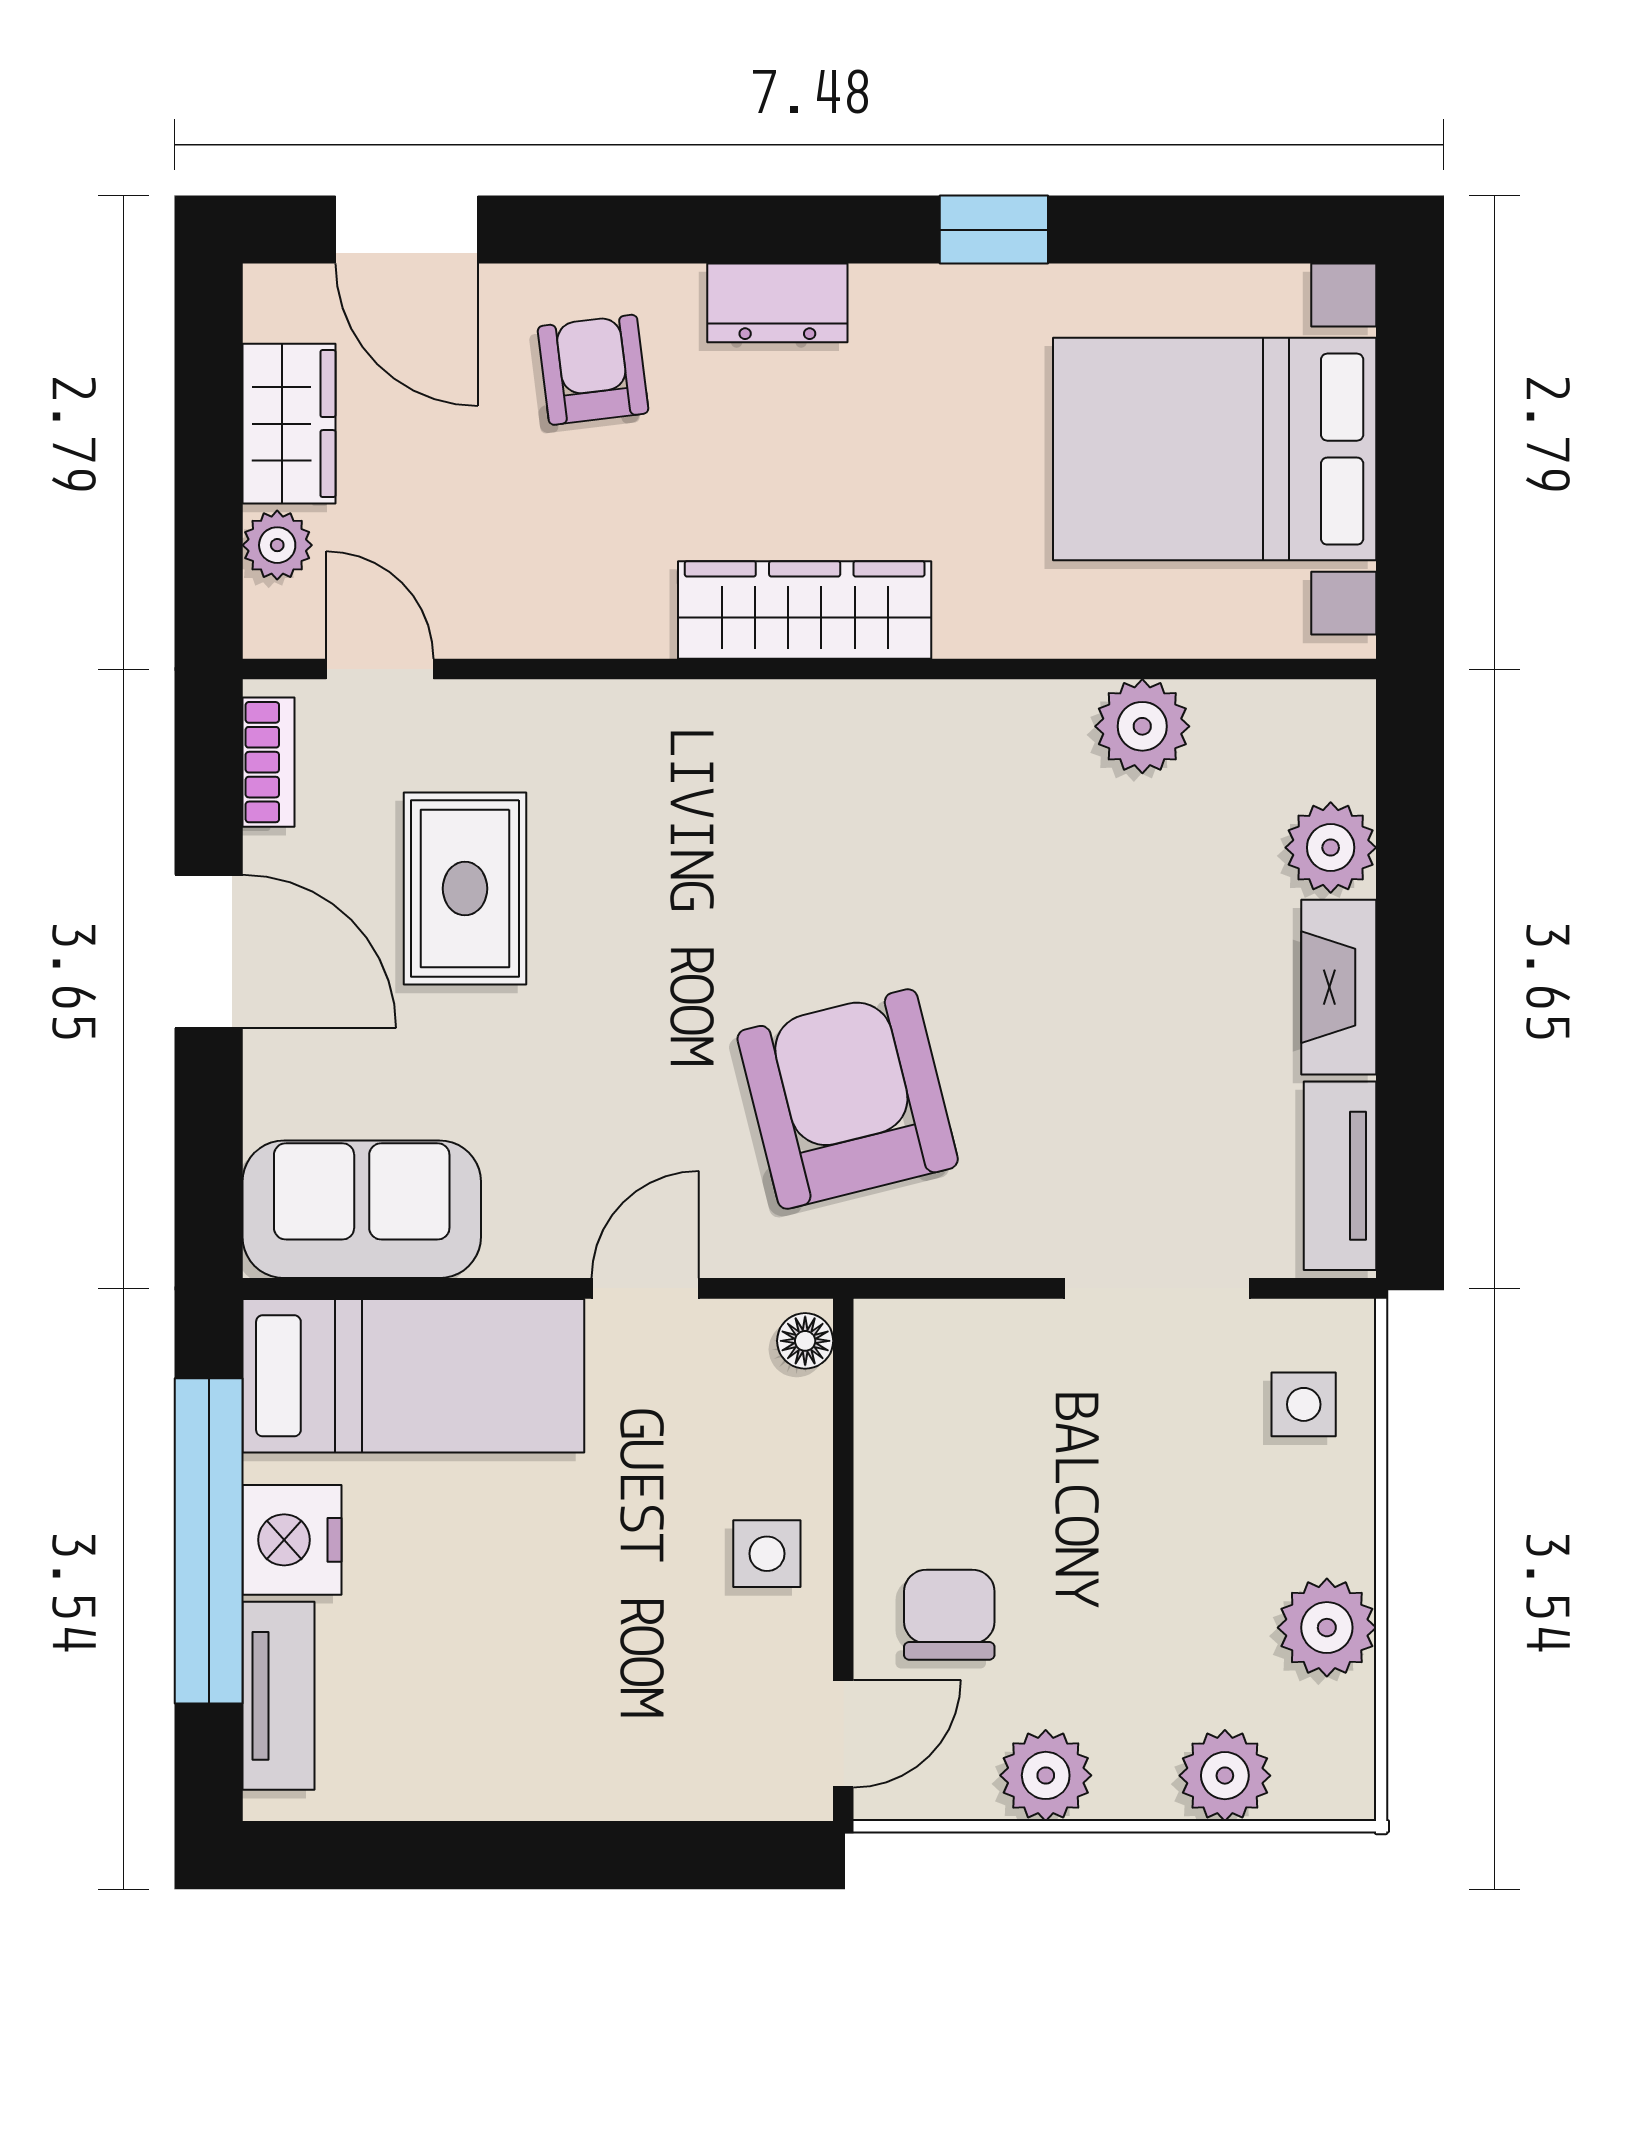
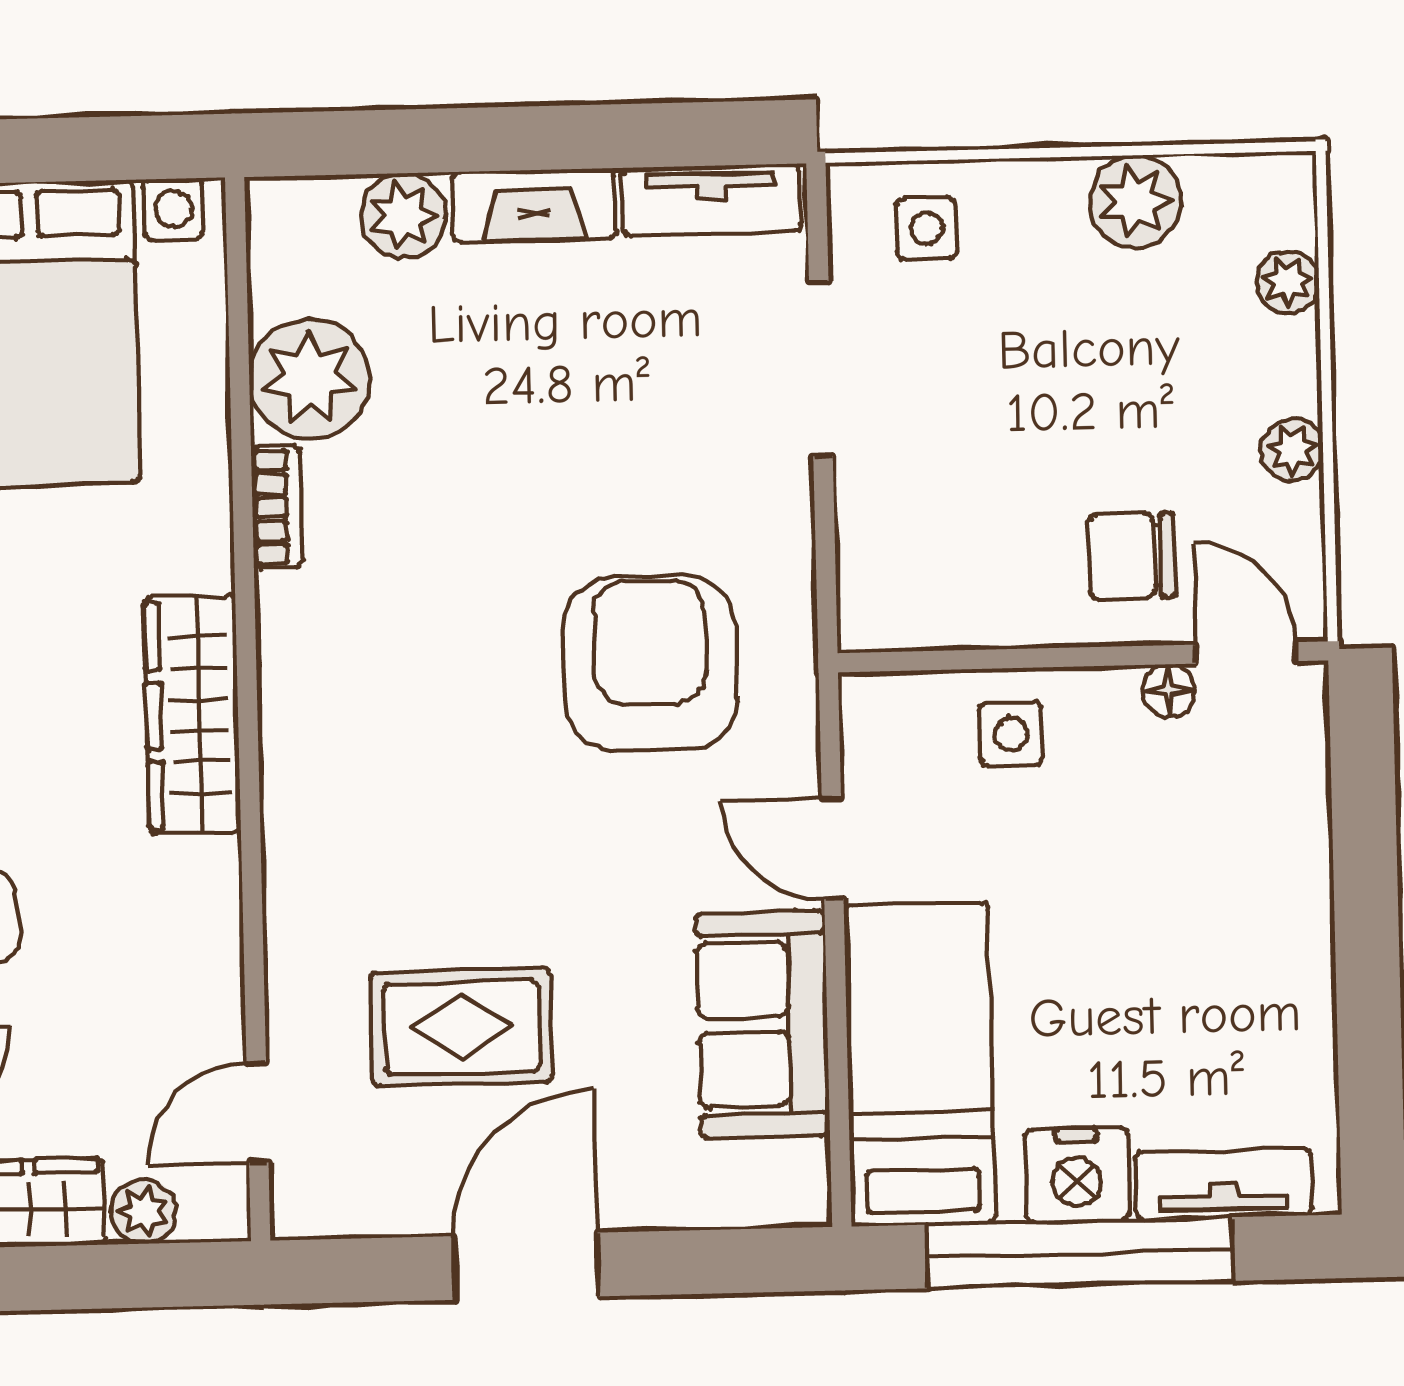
plant: (1142, 726) -> (309, 379), width x1.36, depth x1.36
bookcase: (268, 762) -> (277, 507), moved, turned 90
armchair: (848, 1099) -> (650, 663), turned 104
sofa: (362, 1209) -> (763, 1024), moved
floor lamp: (805, 1341) -> (1169, 691), moved
side table: (767, 1554) -> (1011, 734), moved
plant: (1046, 1775) -> (1292, 450), width x0.73, depth x0.73
plant: (1225, 1776) -> (1288, 282), width x0.73, depth x0.73

